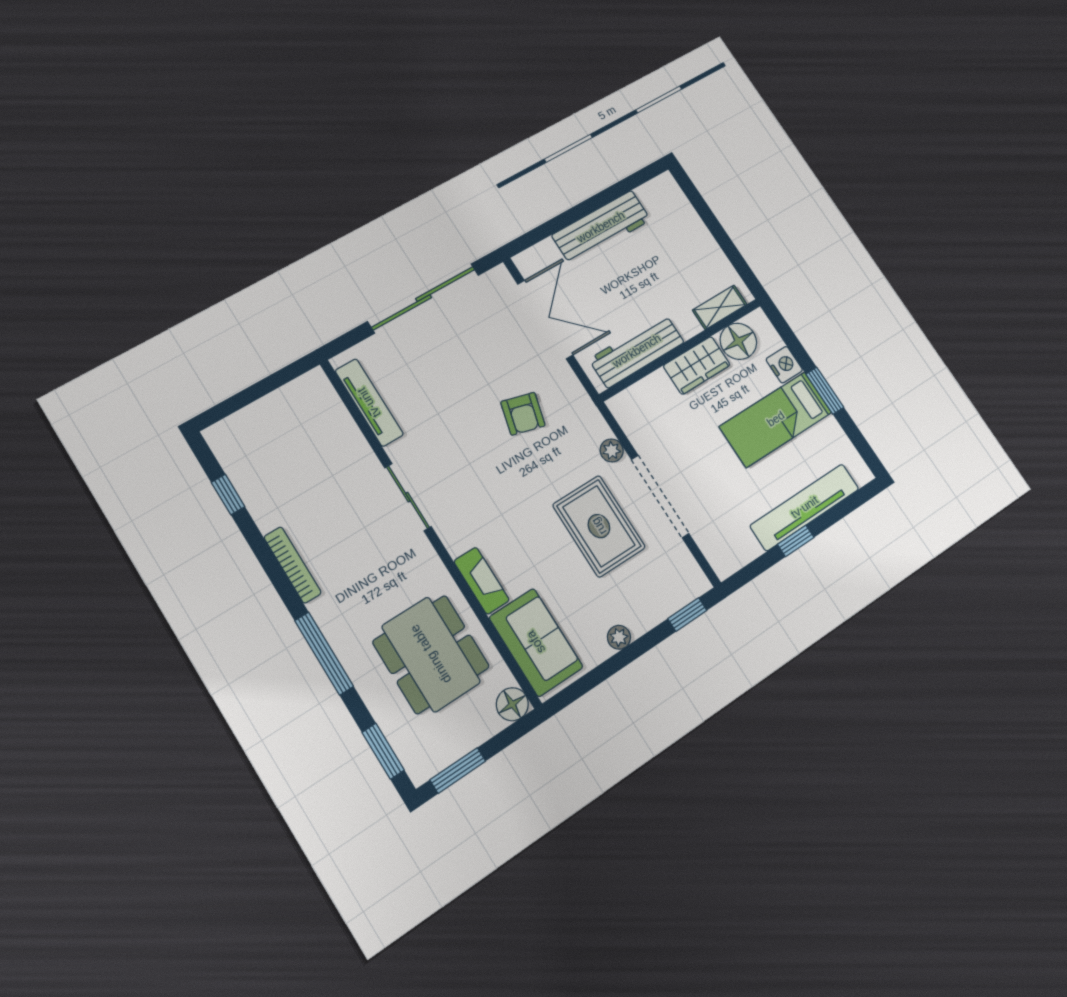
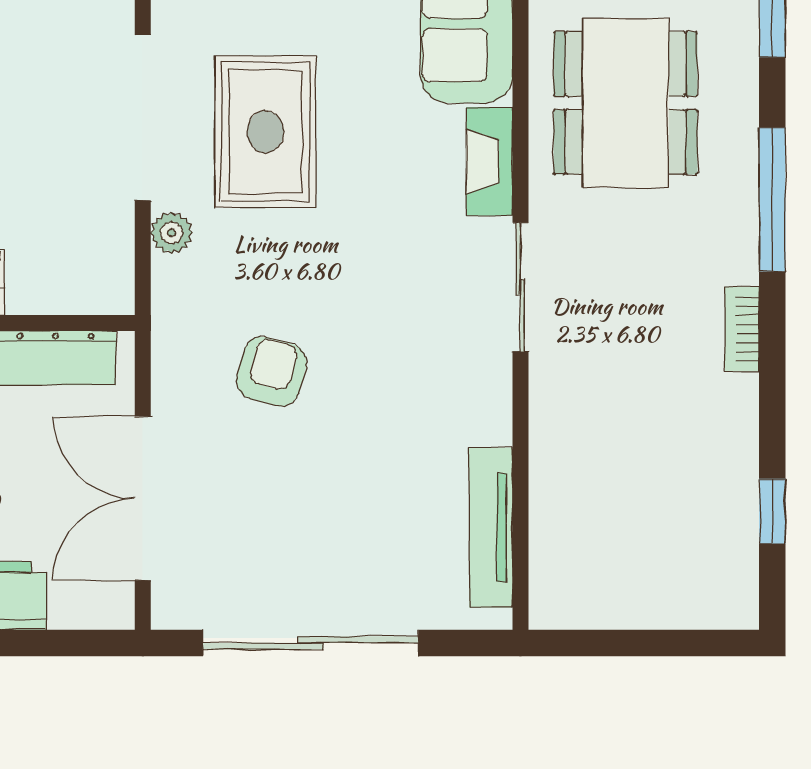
sliding door: (408, 497) -> (520, 287), moved
bookcase: (293, 565) -> (742, 329), width x0.64

